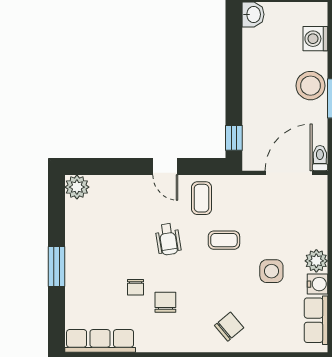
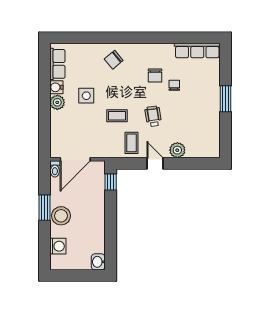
plant: (77, 187) -> (177, 150), moved

